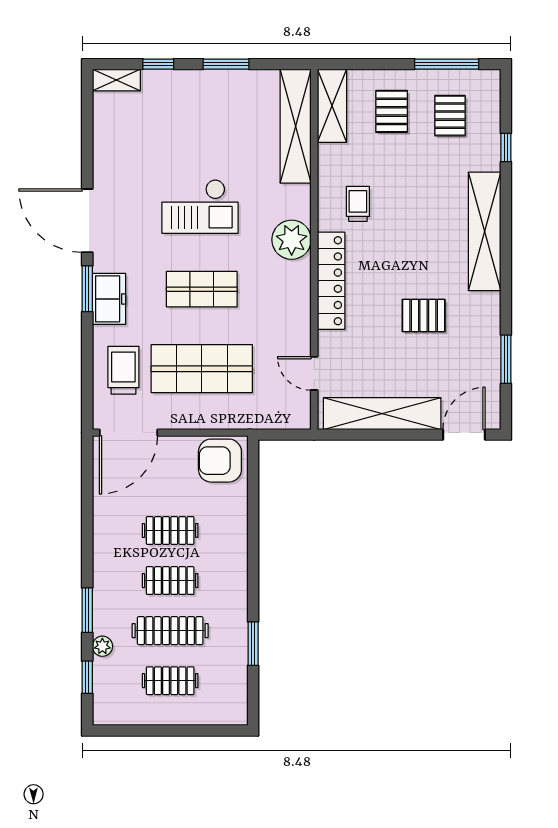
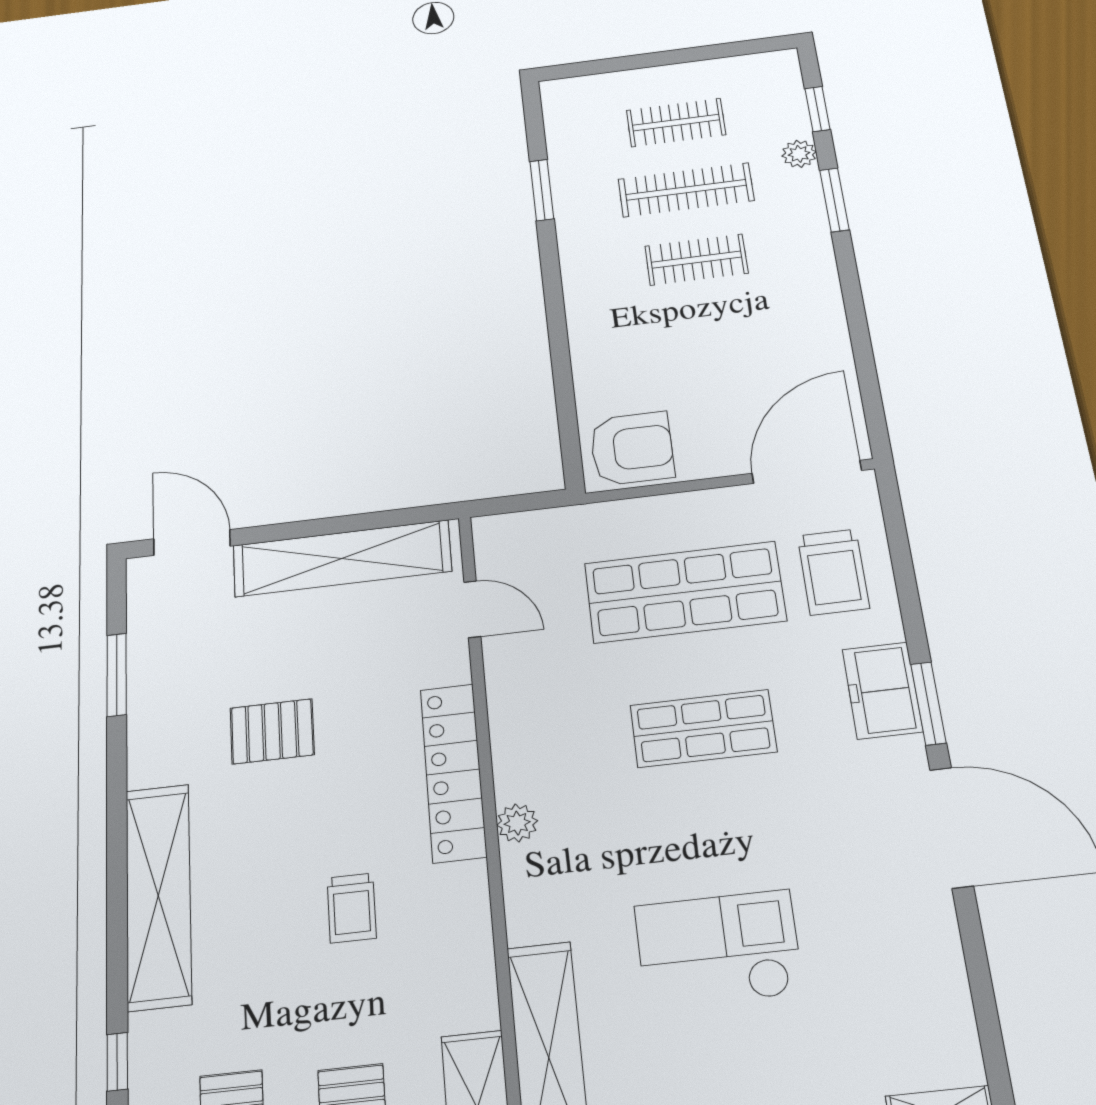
trolley: (358, 204) -> (352, 908), moved
checkout: (200, 206) -> (718, 949), moved
plant: (292, 240) -> (517, 823), width x0.53, depth x0.53
door: (464, 435) -> (192, 543), swing flipped
clothes rail: (170, 531) -> (707, 332), removed

